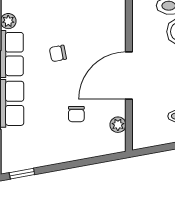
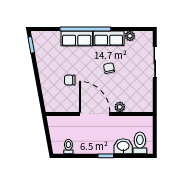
plant: (118, 125) -> (120, 107), moved

